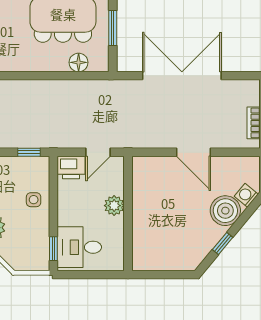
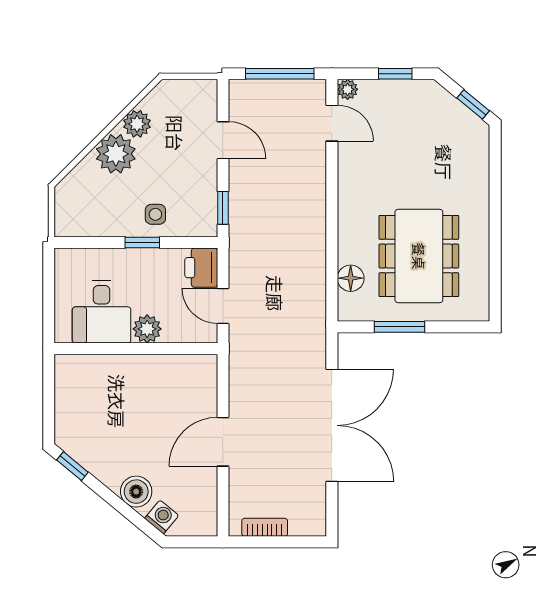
boiler: (225, 211) -> (136, 492), width x0.73, depth x0.73
window: (223, 243) -> (72, 466), moved
desk: (79, 247) -> (102, 312), moved, turned 180
window: (53, 249) -> (142, 242), moved

